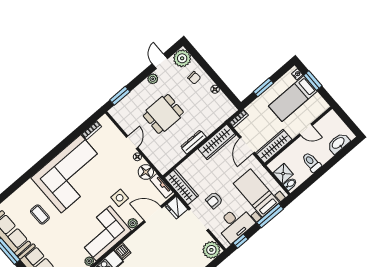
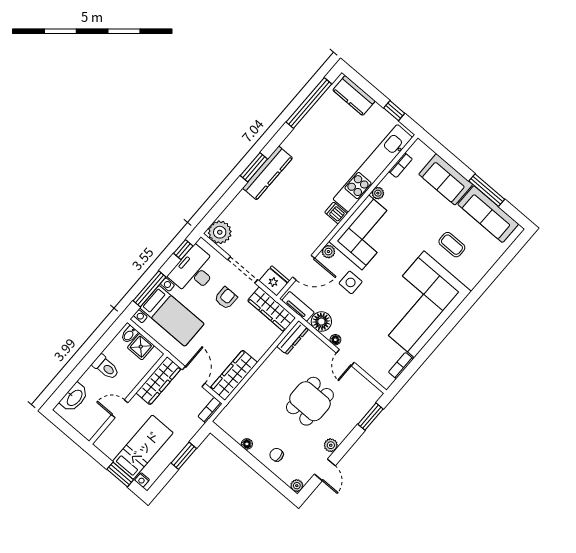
plant: (182, 58) -> (297, 486), width x0.53, depth x0.53
dresser: (193, 142) -> (293, 338), moved

